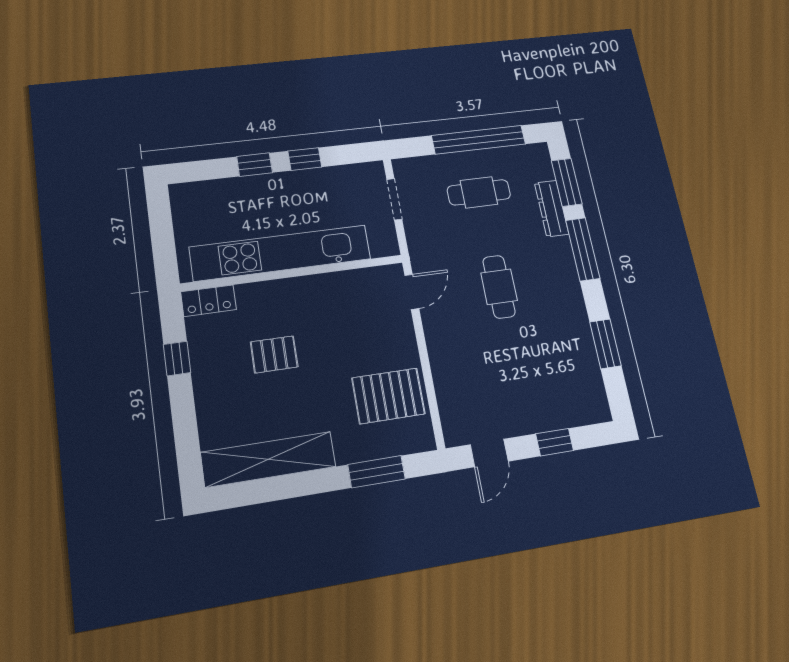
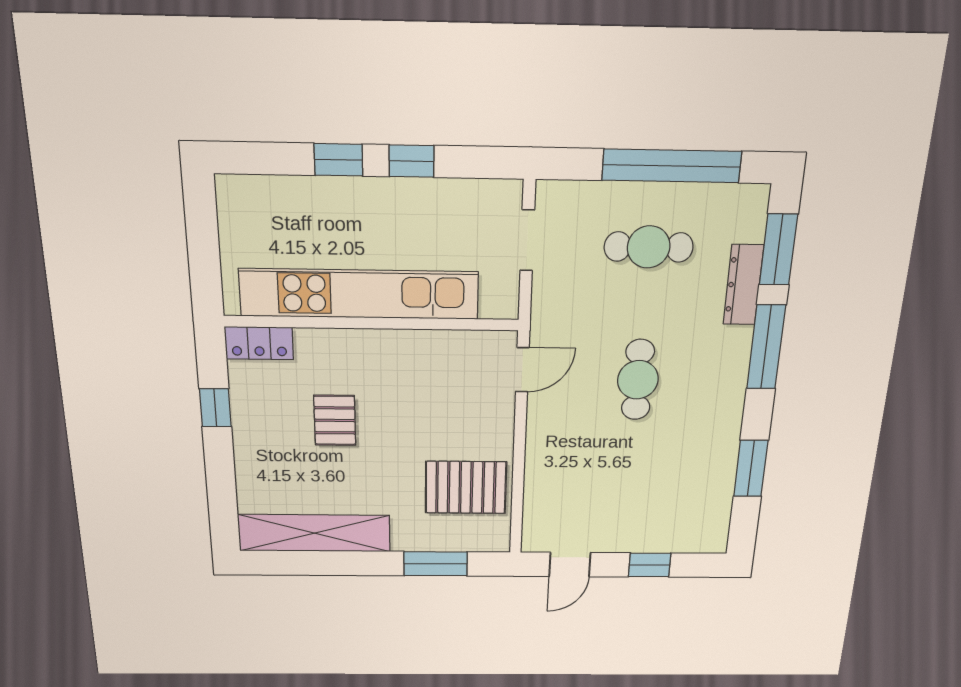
pallet: (274, 354) -> (335, 420), turned 90

